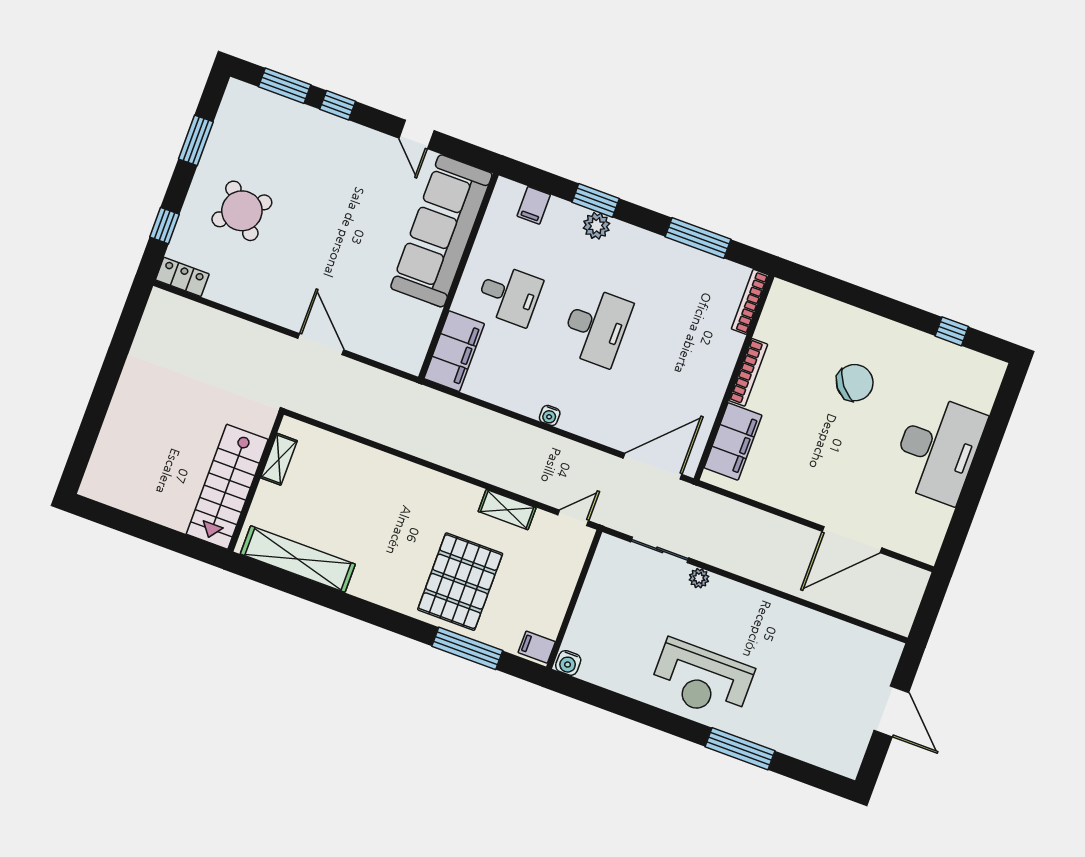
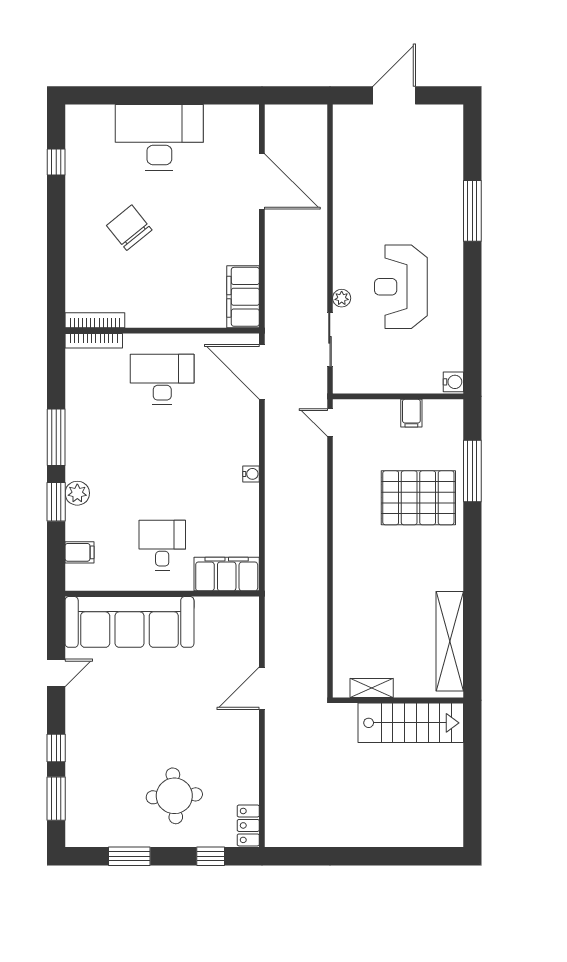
round table: (242, 211) -> (174, 796), turned 37
window: (698, 238) -> (56, 437), moved
desk: (596, 327) -> (162, 379), moved
bookcase: (748, 372) -> (95, 320), moved
filing cabinet: (733, 441) -> (243, 297), moved, turned -90
shelving: (507, 510) -> (343, 481), removed
filing cabinet: (537, 647) -> (411, 413), moved
reception desk: (702, 680) -> (401, 287), moved, turned 180

